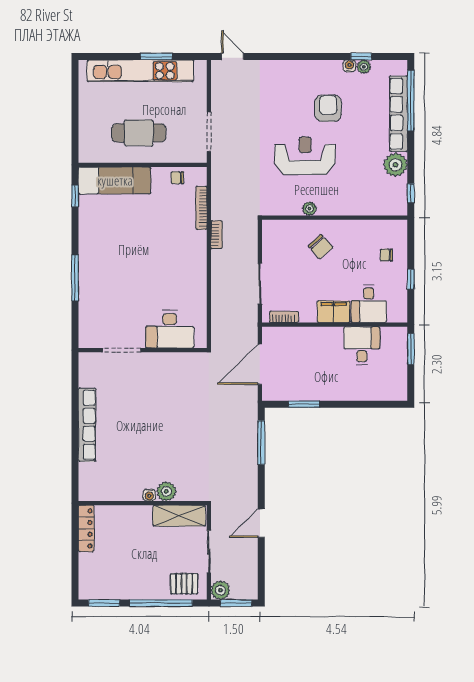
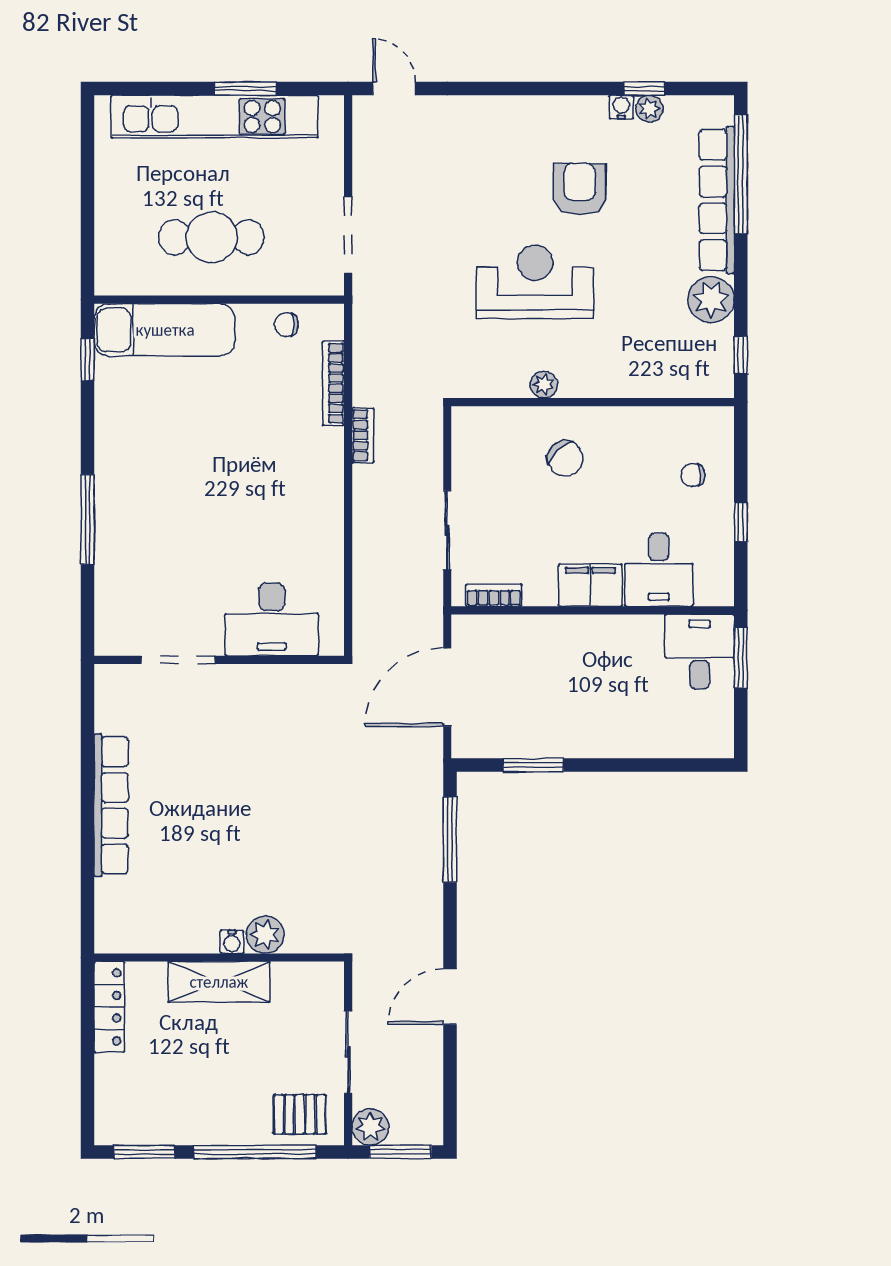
desk: (362, 346) -> (700, 652), moved
shelving: (179, 516) -> (219, 982), moved

